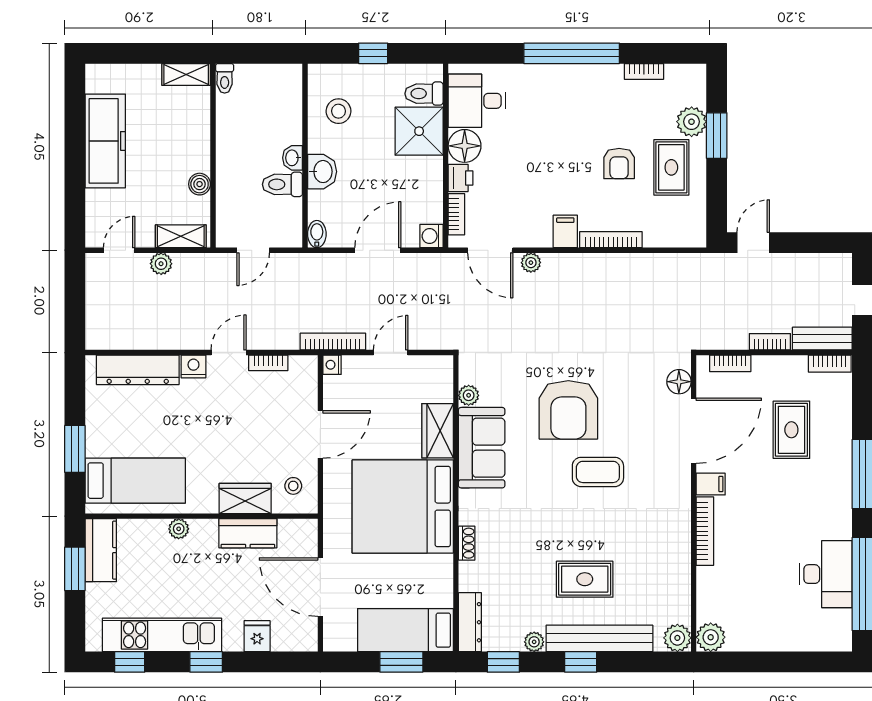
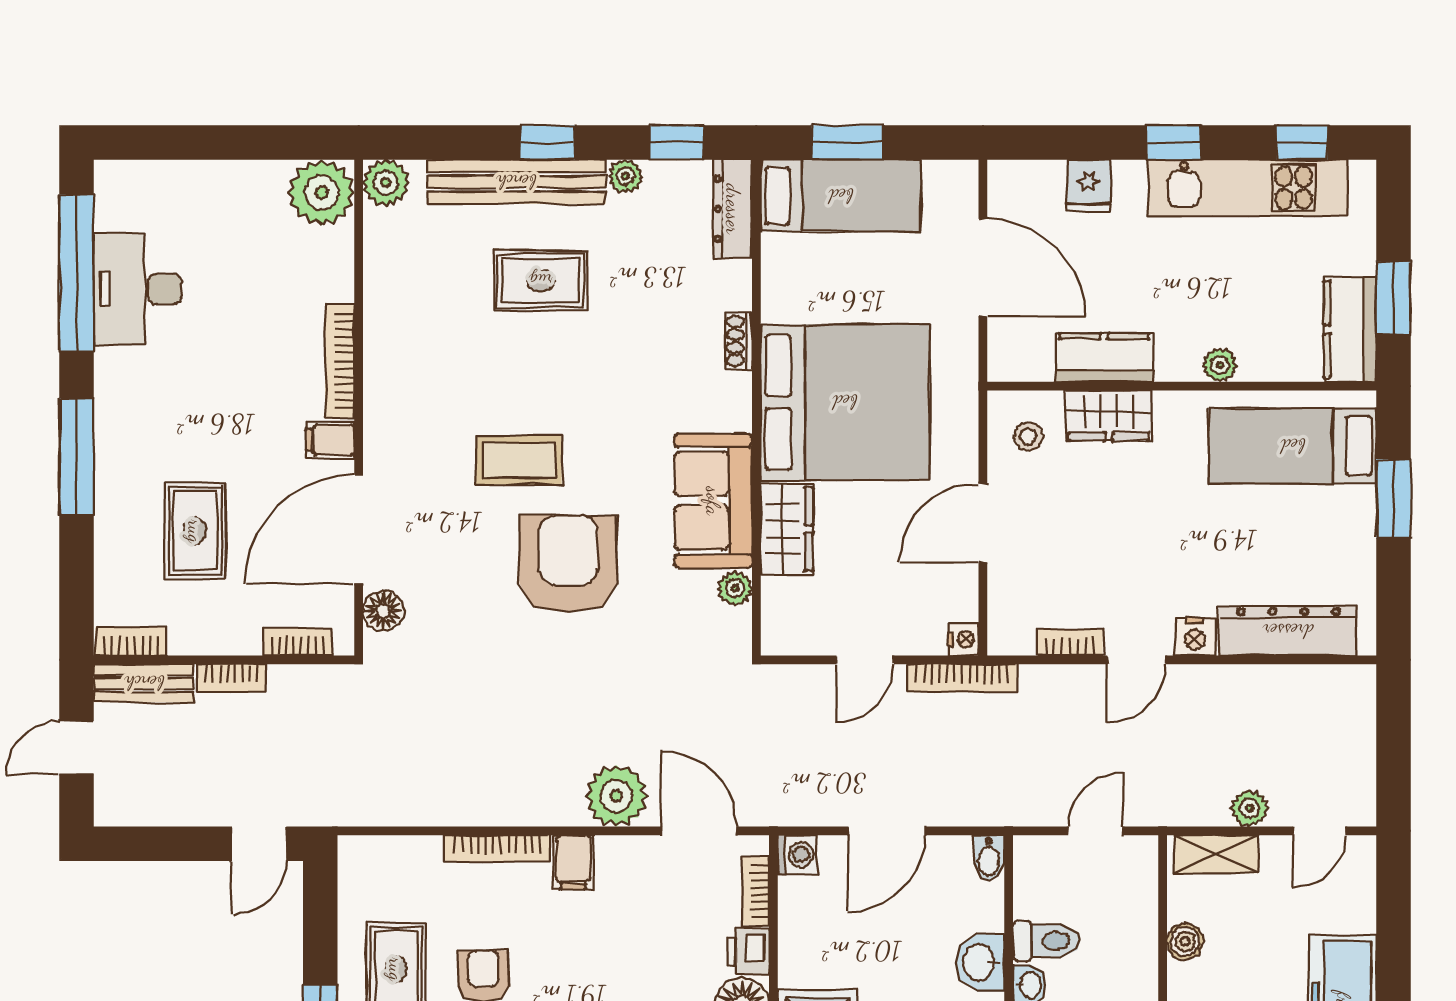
plant: (531, 263) -> (616, 796), width x1.88, depth x1.88
plant: (711, 637) -> (321, 192), width x1.36, depth x1.36

